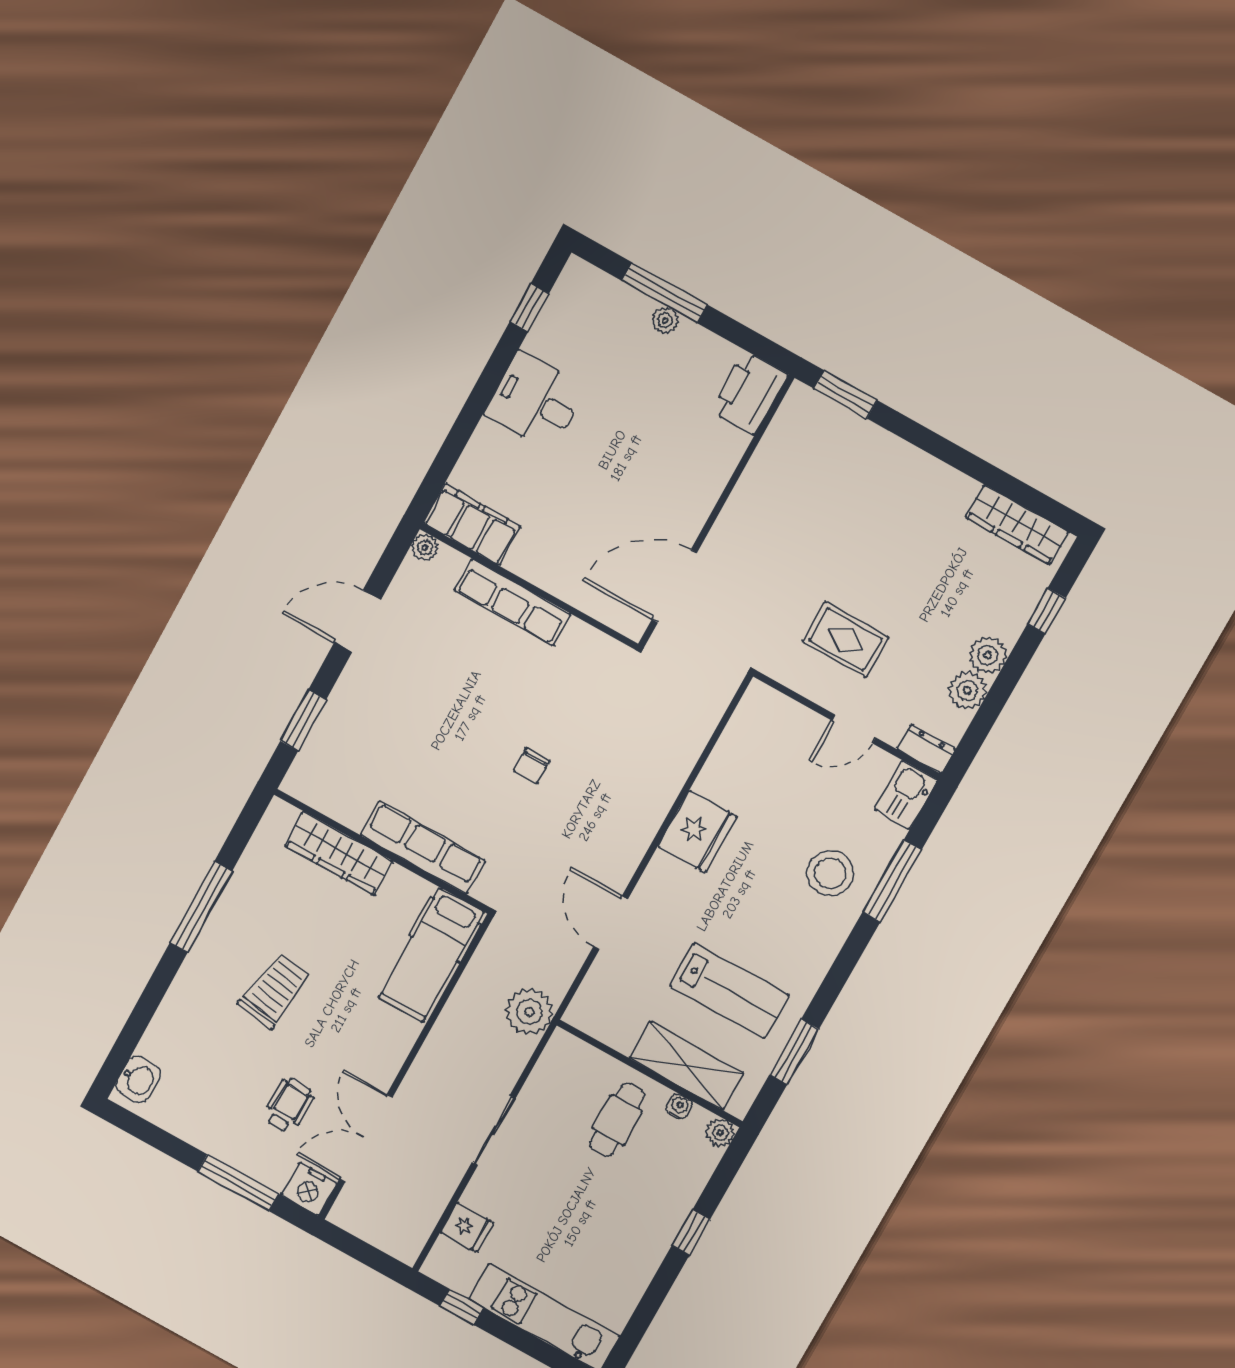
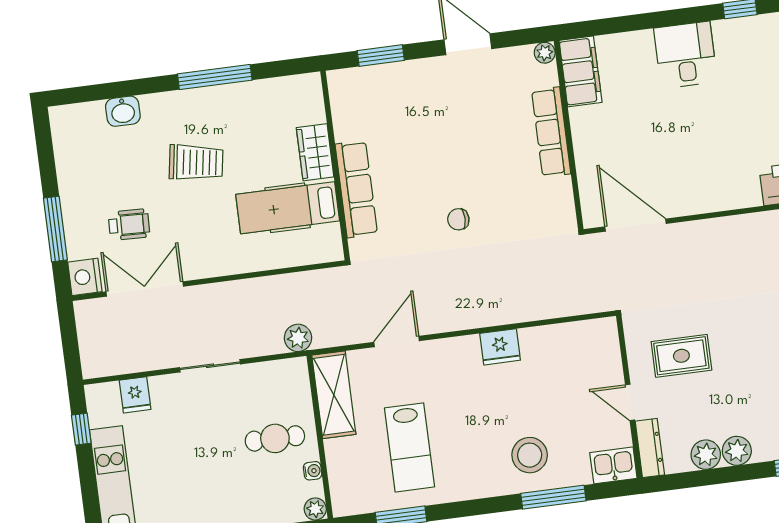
rug: (846, 639) -> (681, 356), turned 90
dresser: (926, 749) -> (650, 448), width x1.44
fridge: (697, 831) -> (500, 347), width x0.73, depth x0.75
wardrobe: (339, 853) -> (315, 152), width x0.67
hospital bed: (431, 955) -> (288, 208), moved
plant: (529, 1012) -> (298, 338), width x0.73, depth x0.73
shelving: (686, 1066) -> (334, 395), moved
washbasin: (138, 1079) -> (123, 111), moved

